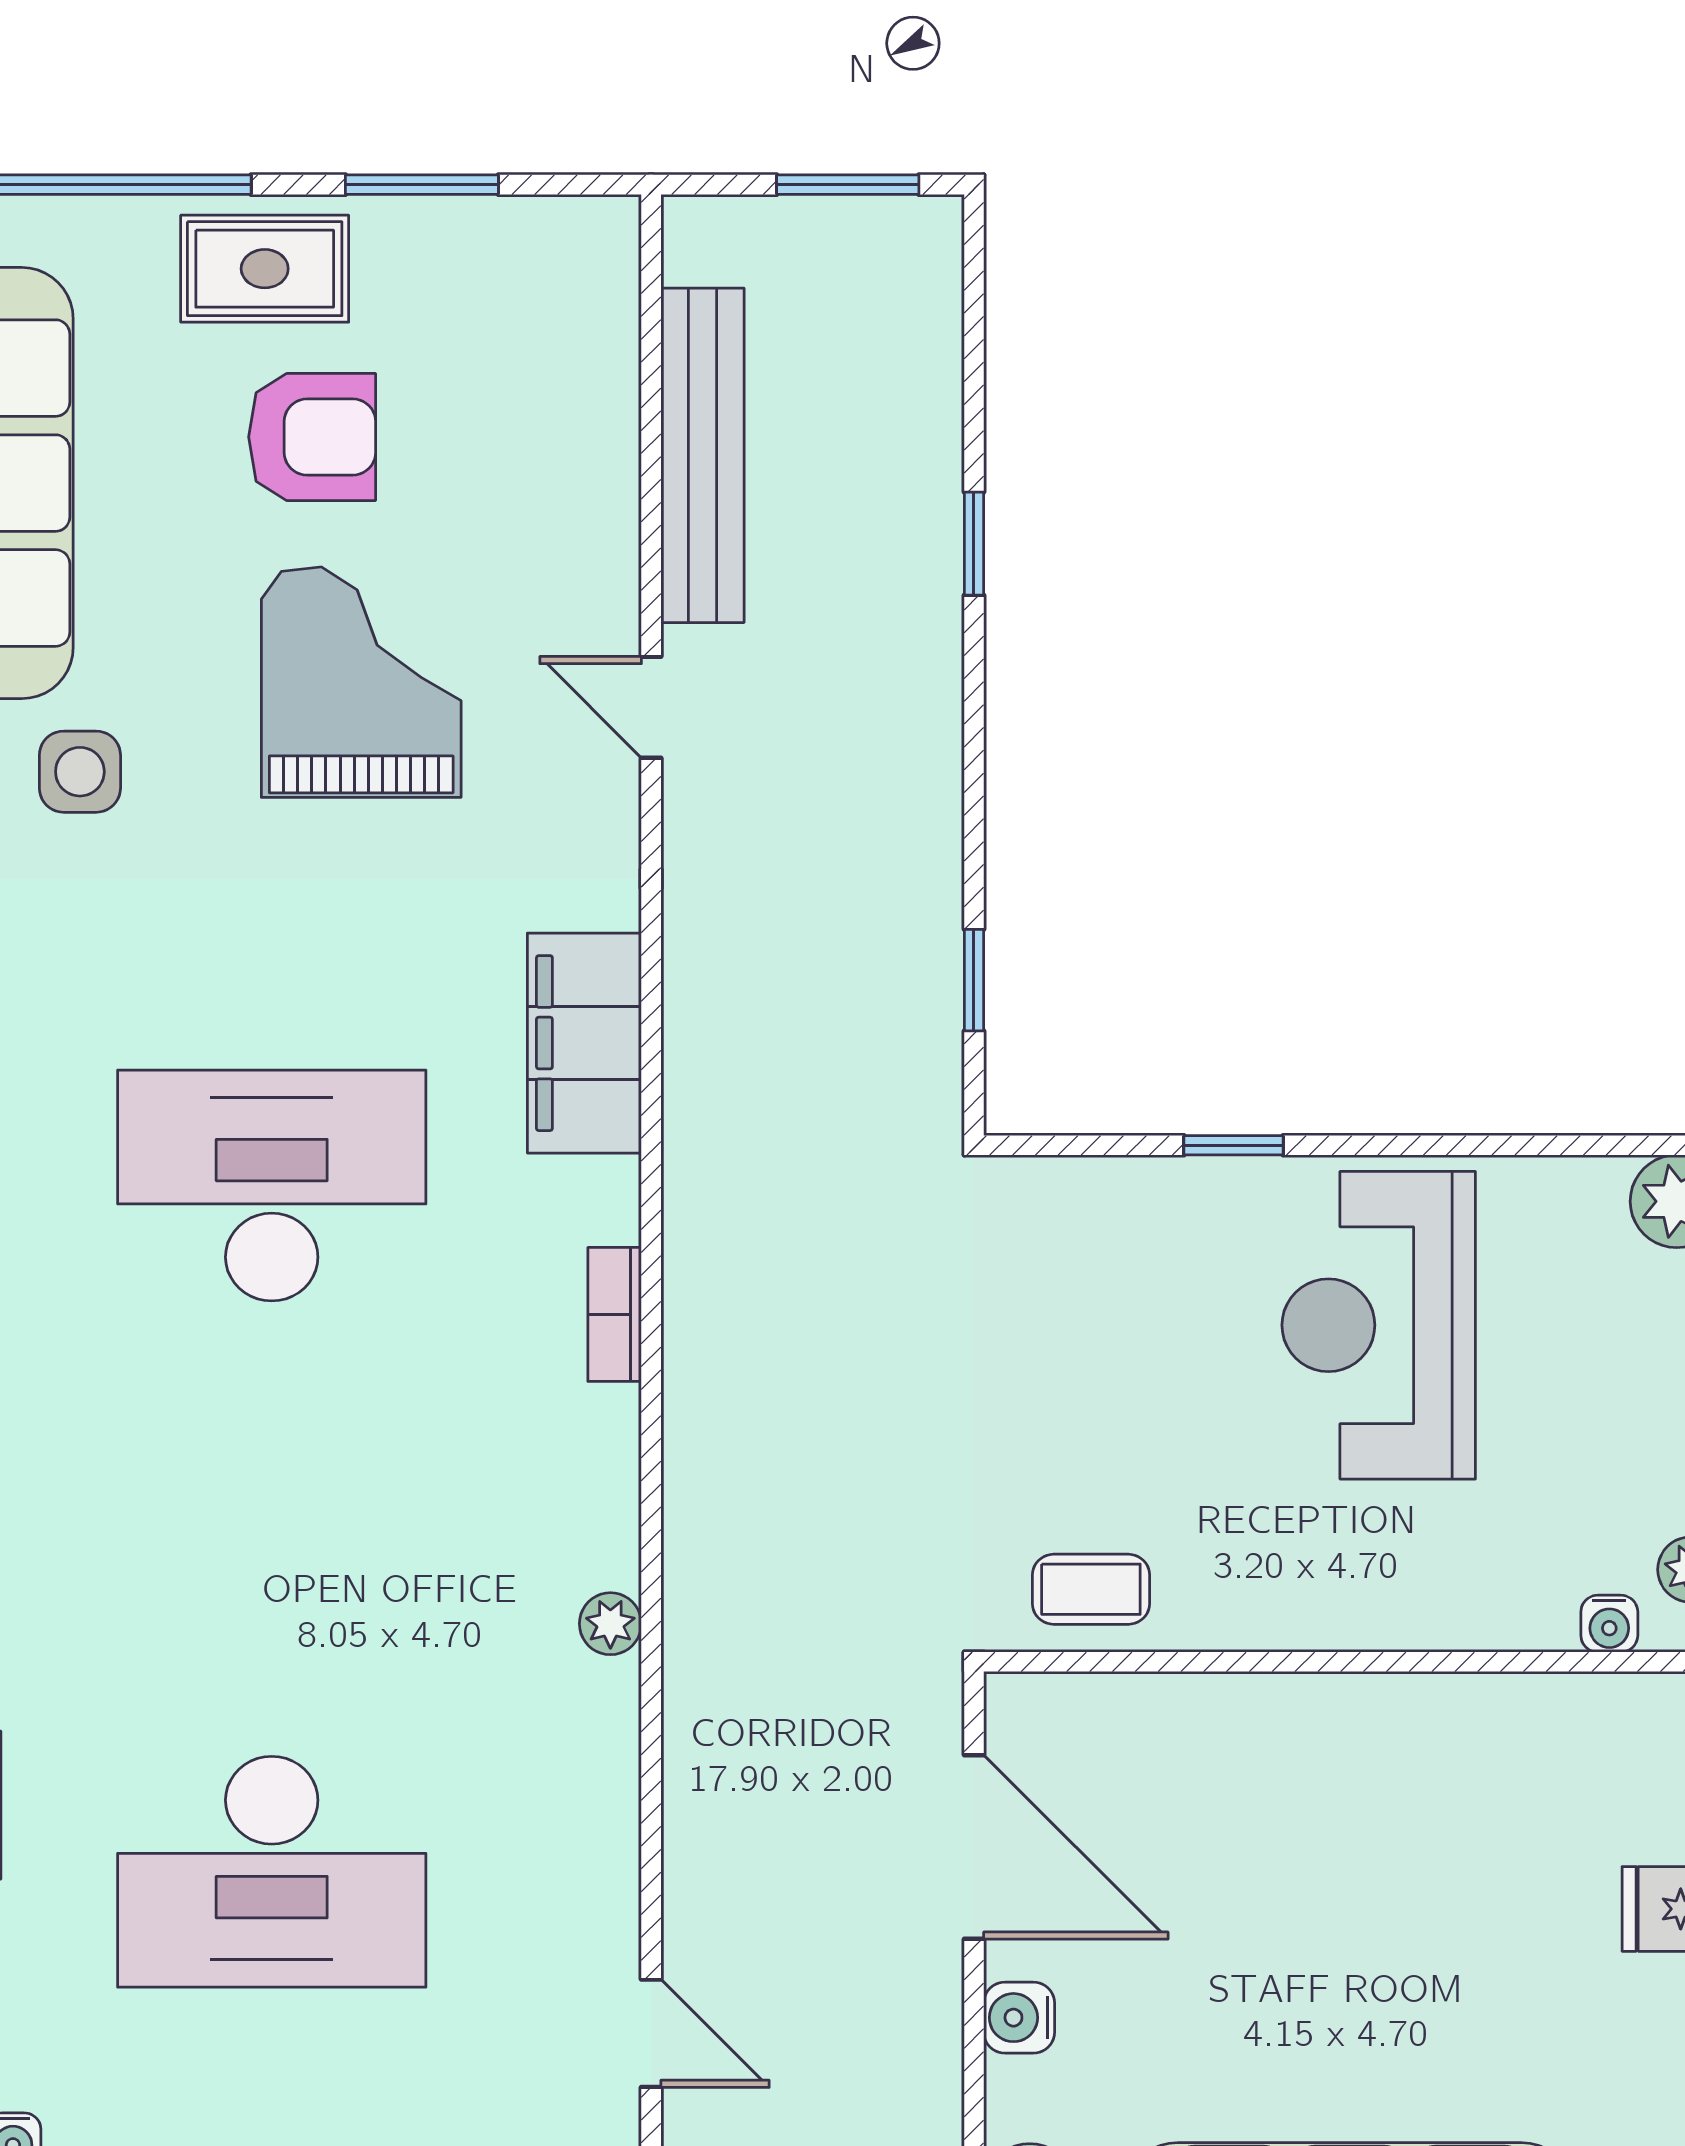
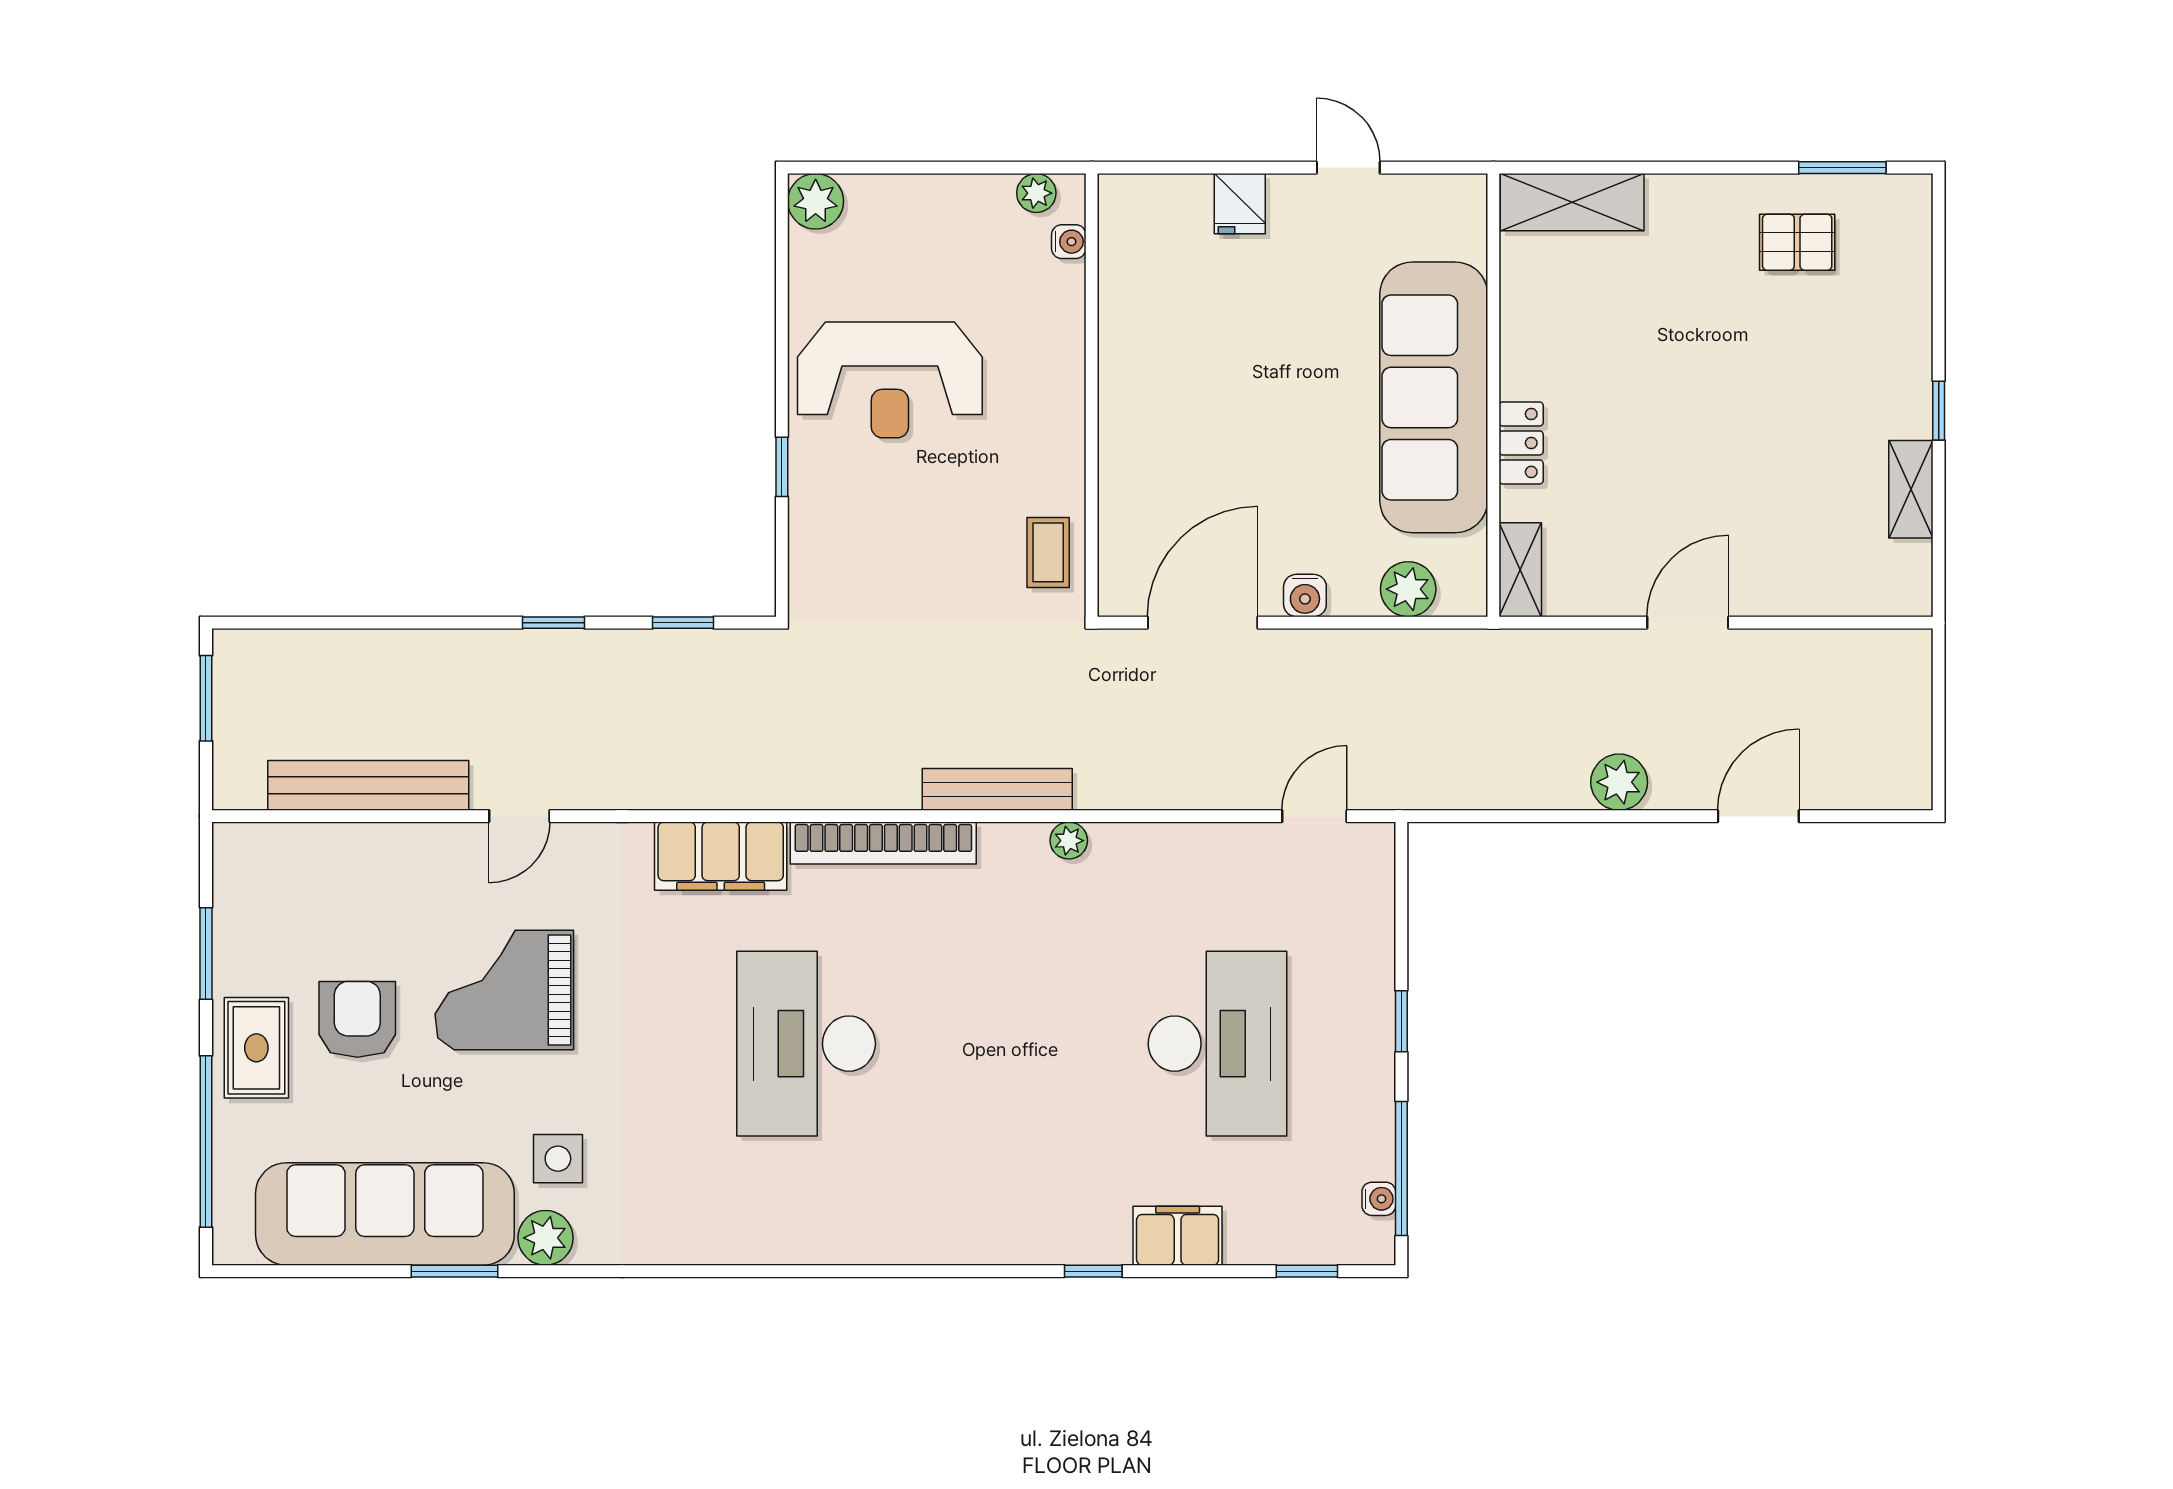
window: (974, 544) -> (554, 623), moved
bookcase: (615, 1314) -> (883, 843), width x2.31, depth x1.31
bench: (696, 1505) -> (997, 789), added

